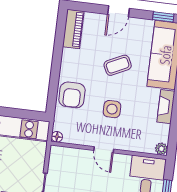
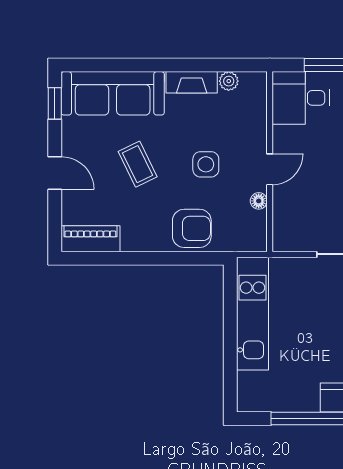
floor lamp: (57, 137) -> (259, 201), moved
plant: (161, 149) -> (229, 81), moved

